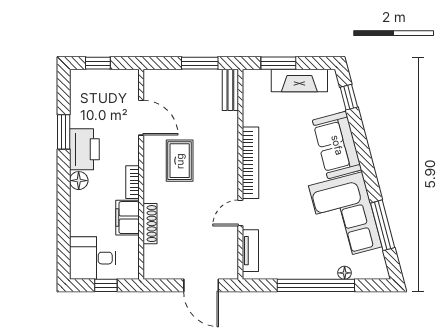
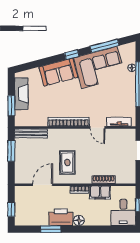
bench: (230, 90) -> (31, 133), width x1.36
window: (349, 97) -> (72, 55), moved
rug: (180, 161) -> (67, 163), turned 90

